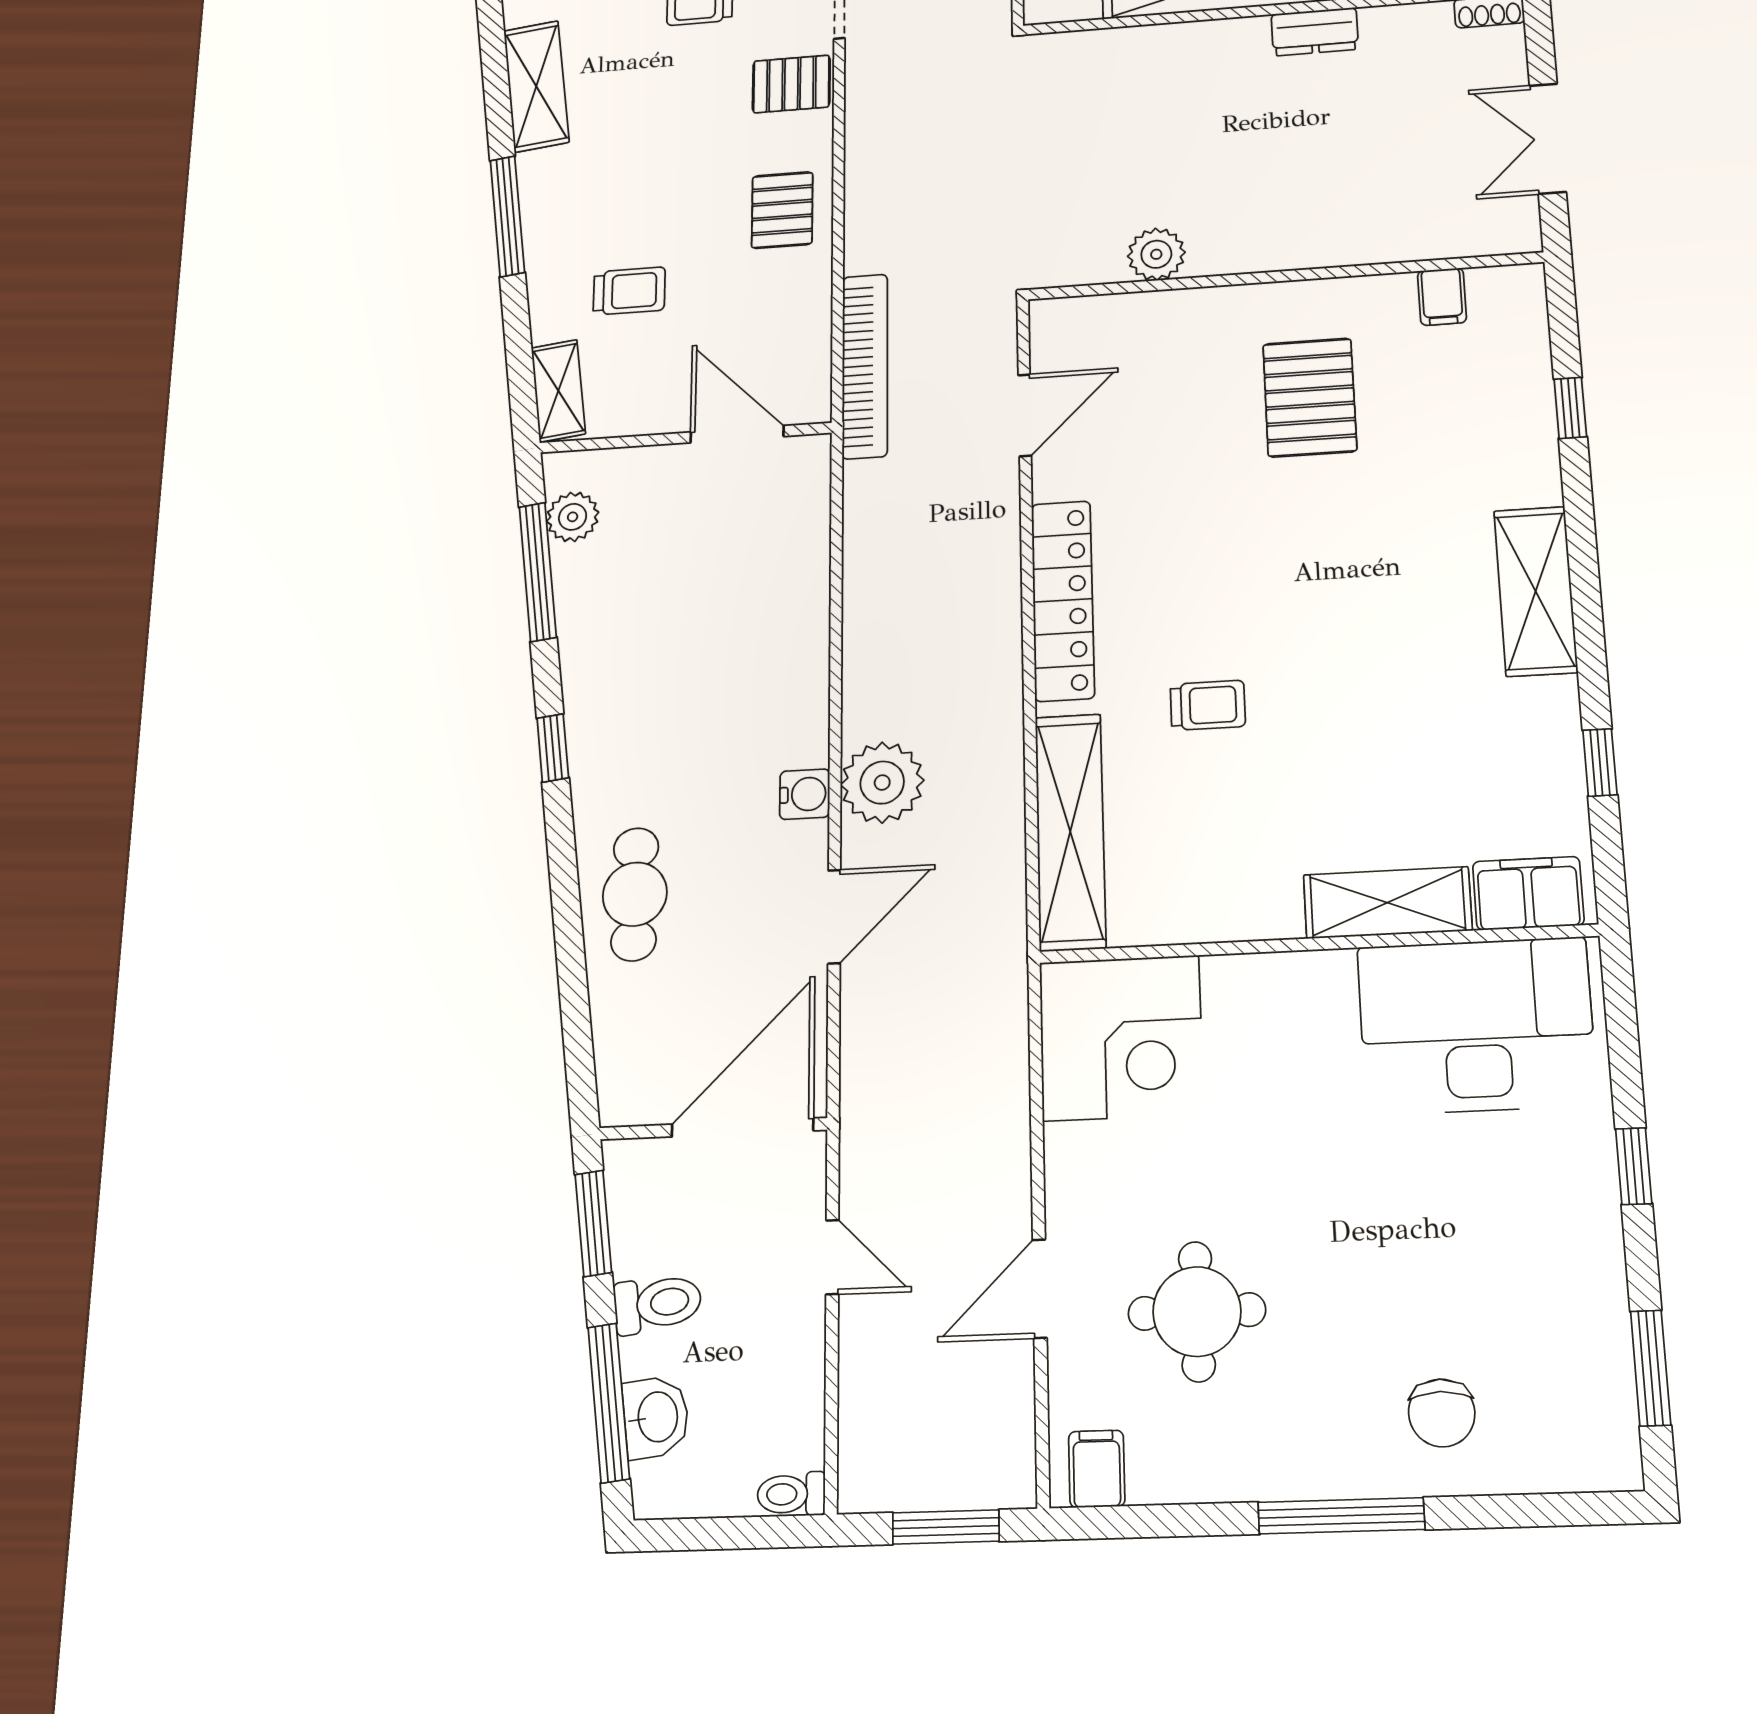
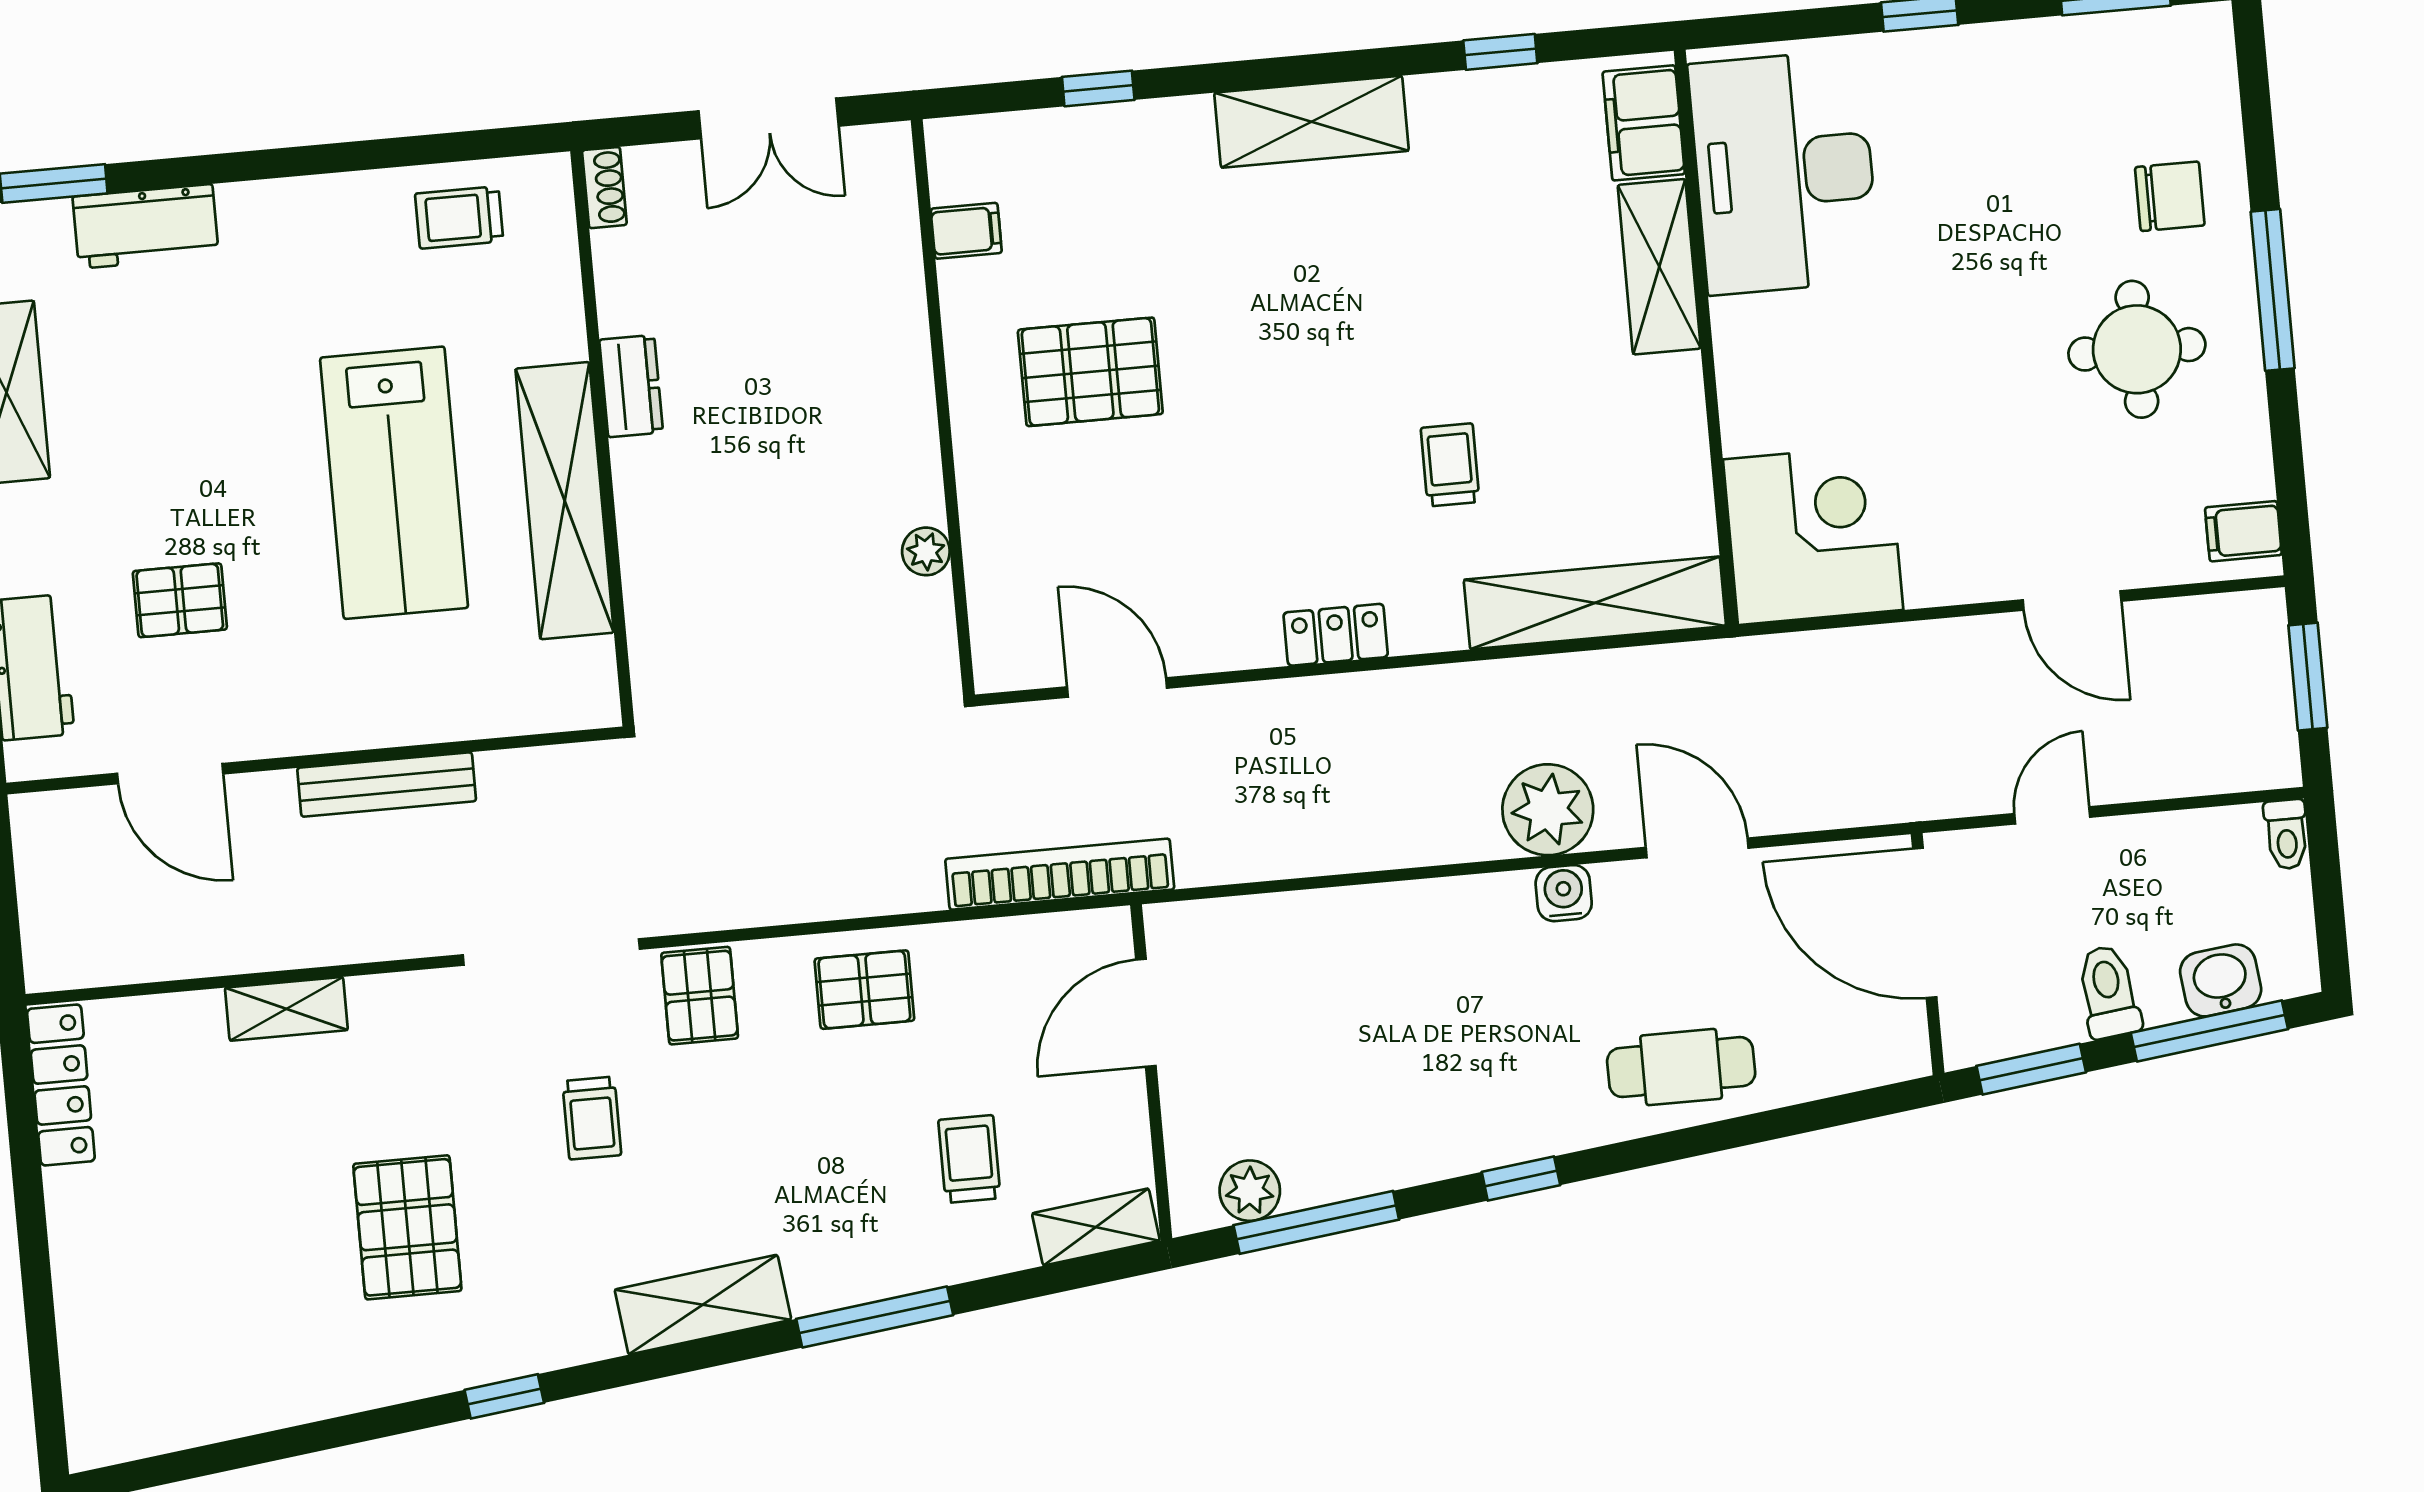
plant: (1156, 254) -> (926, 551), width x0.73, depth x0.73
locker: (1063, 600) -> (1336, 635), width x0.46, depth x0.83
round table: (1197, 1312) -> (2137, 349), moved

